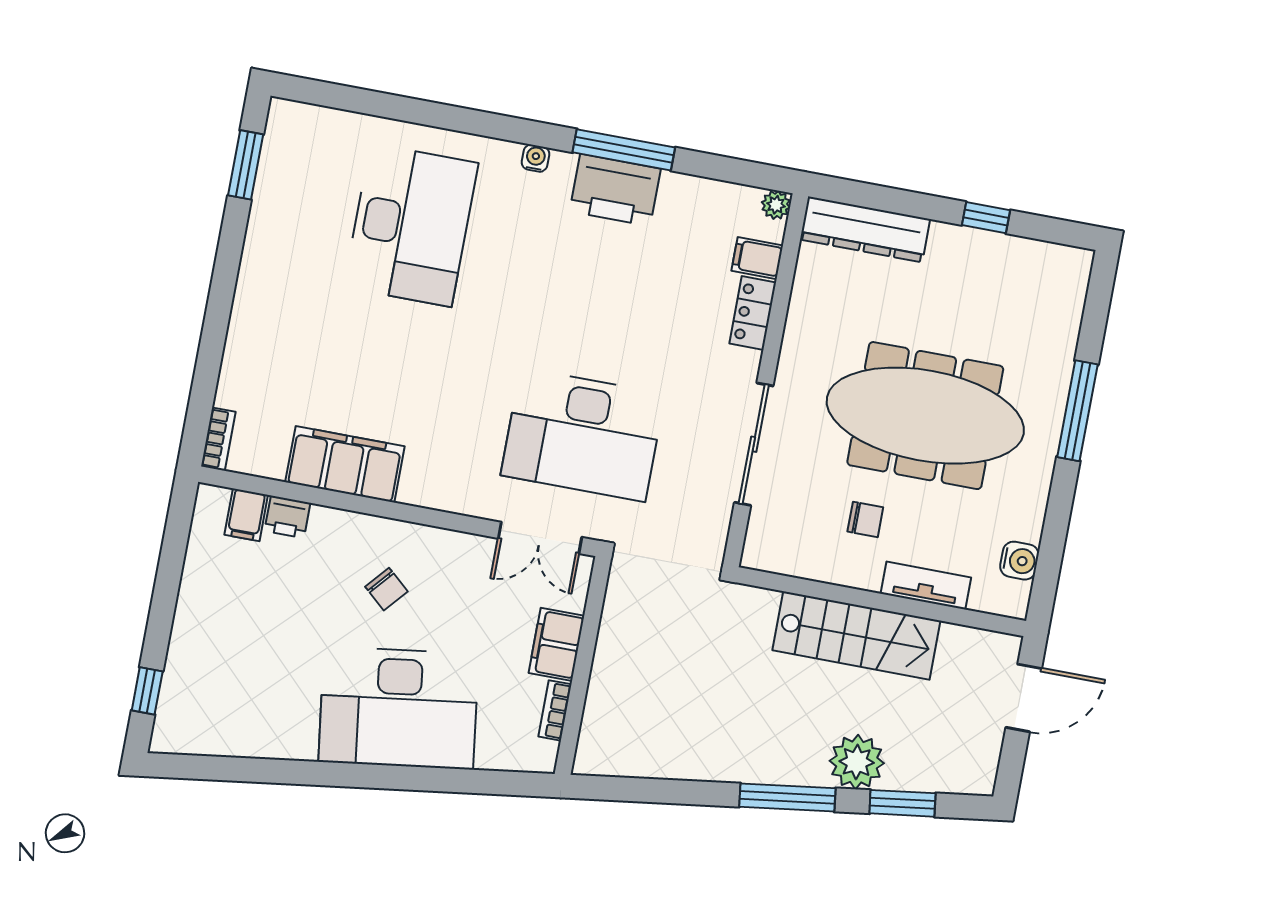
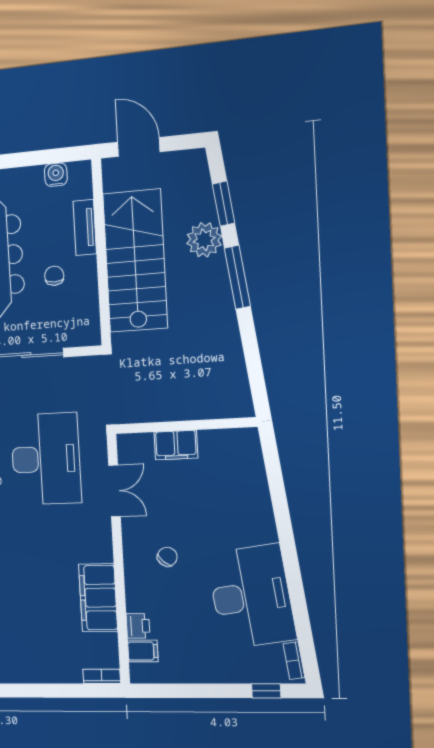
double door: (540, 538) -> (115, 491), moved
stairs: (856, 636) -> (135, 261), width x1.36, depth x1.51
desk: (399, 708) -> (251, 597), moved
bookcase: (555, 710) -> (294, 661), moved, turned 82

